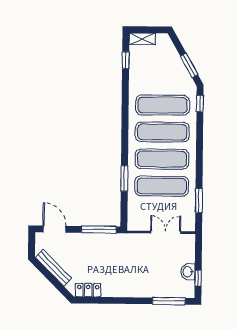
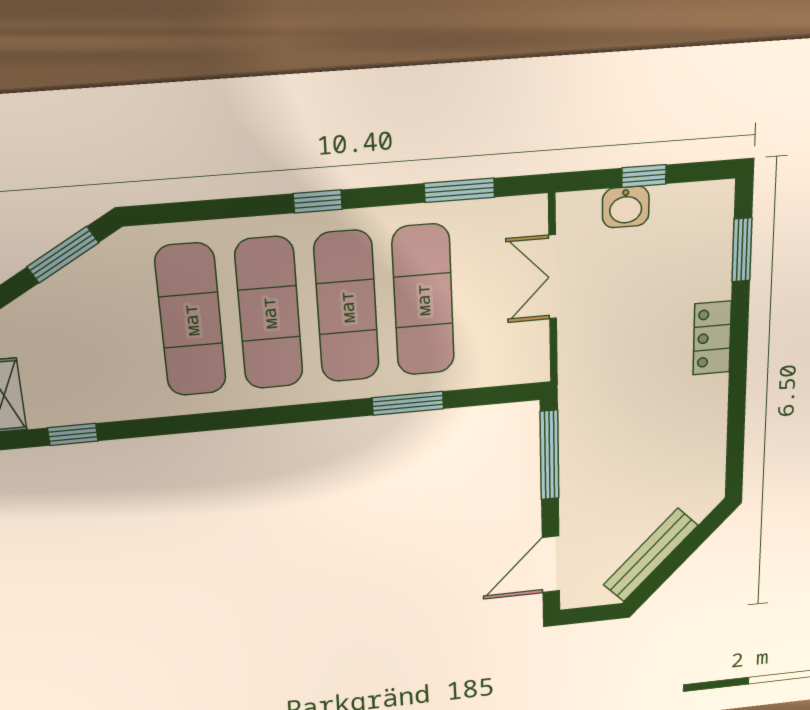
window: (200, 103) -> (318, 201), moved
washbasin: (188, 272) -> (626, 207), moved
window: (198, 278) -> (644, 176), moved
locker: (88, 290) -> (712, 338), moved
window: (169, 301) -> (742, 250), width x0.69

